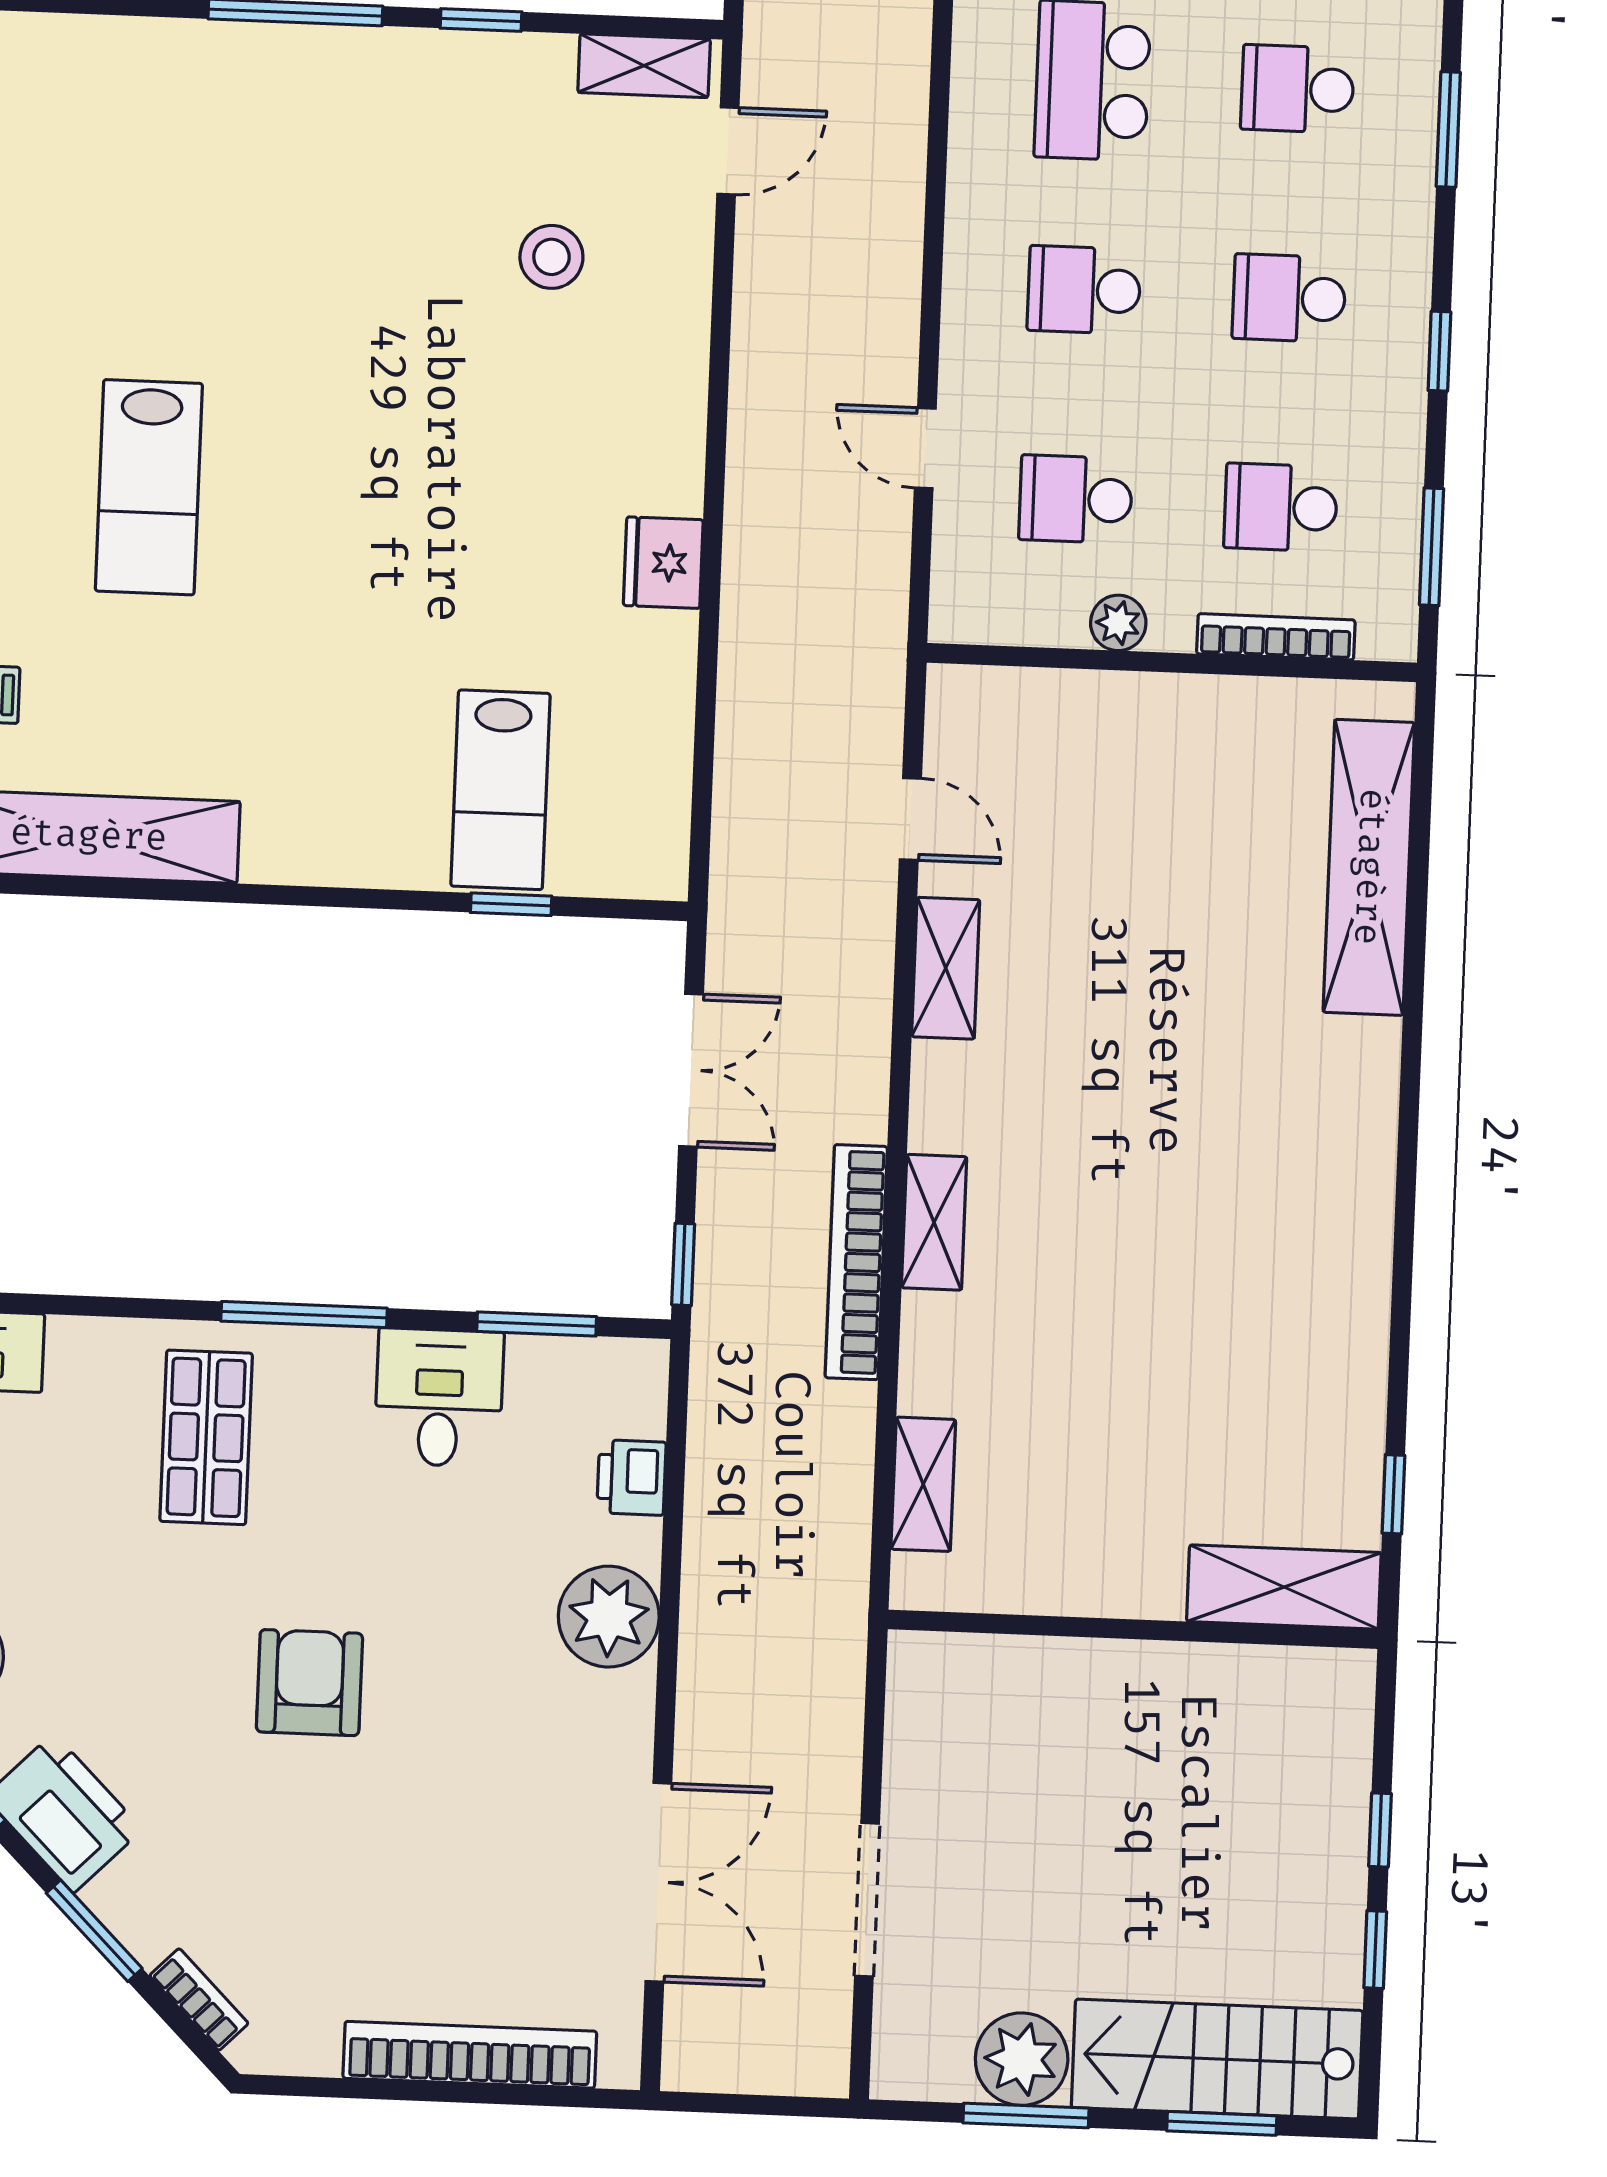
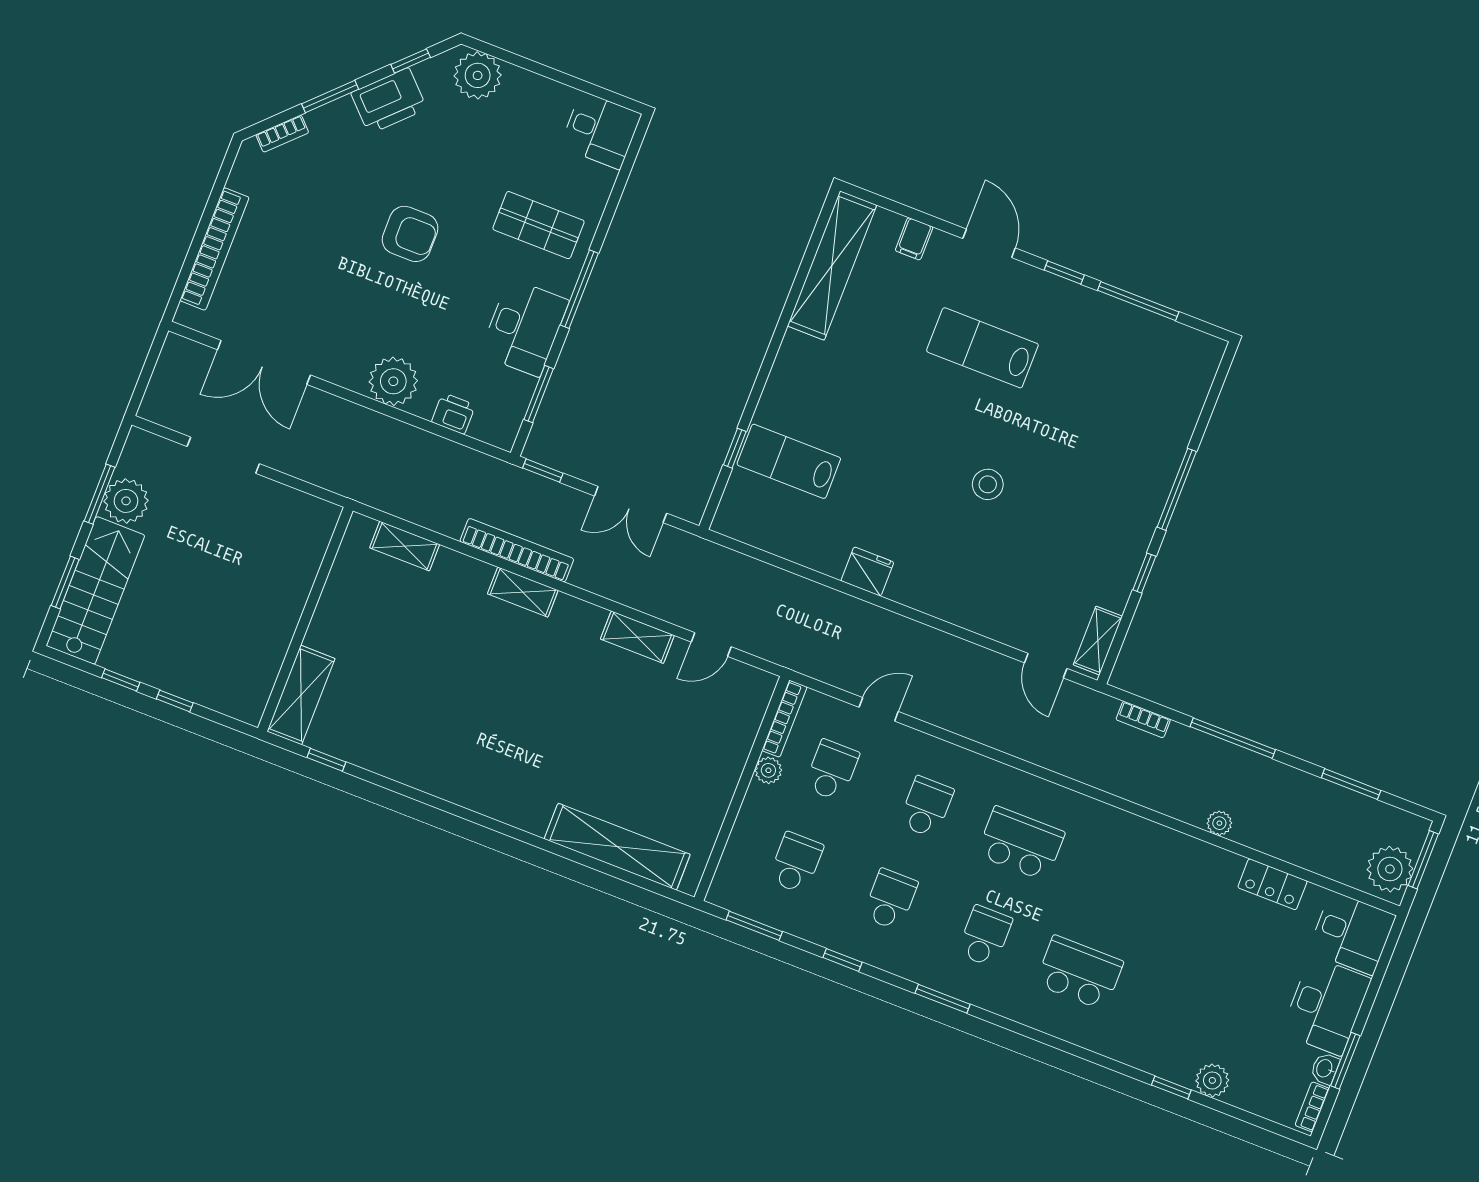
stool: (551, 257) -> (988, 484), moved
bookcase: (1276, 637) -> (784, 719), moved
desk: (439, 1398) -> (524, 327), width x1.37

